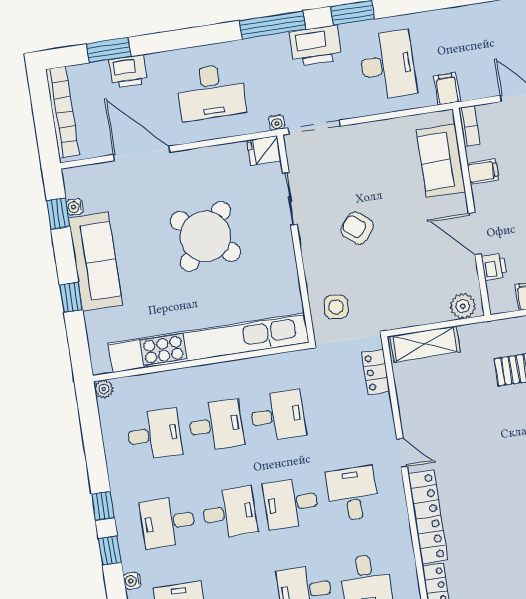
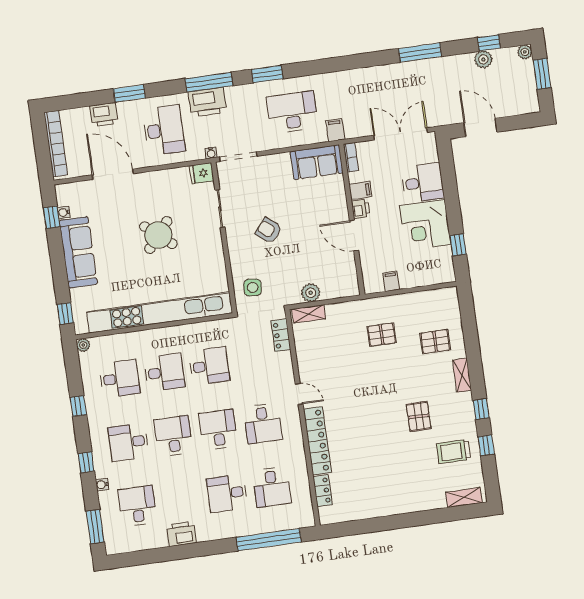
printer: (316, 46) -> (207, 102), moved
window: (109, 50) -> (129, 93), moved
desk: (388, 65) -> (292, 112), turned -90
desk: (211, 92) -> (164, 130), turned -90
sofa: (441, 161) -> (317, 162), moved, turned -90
round table: (205, 236) -> (158, 235), width x0.73, depth x0.73
printer: (494, 267) -> (361, 209), moved
window: (71, 297) -> (65, 313), moved
plant: (463, 306) -> (311, 293), moved
shelving: (425, 344) -> (309, 314), width x0.67, depth x0.75
desk: (353, 494) -> (263, 423), turned 180
desk: (291, 503) -> (218, 430), turned 90
window: (103, 506) -> (78, 406), moved
desk: (229, 513) -> (173, 436), turned -90

